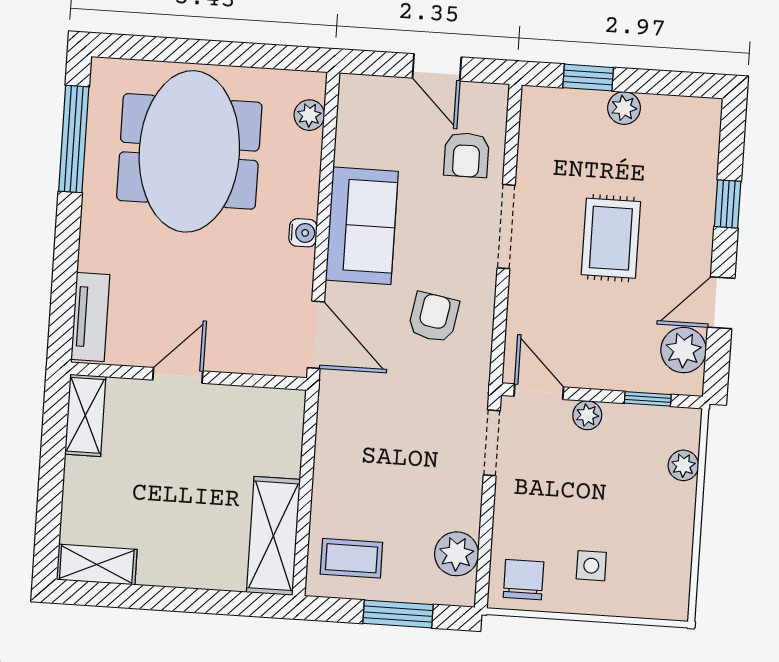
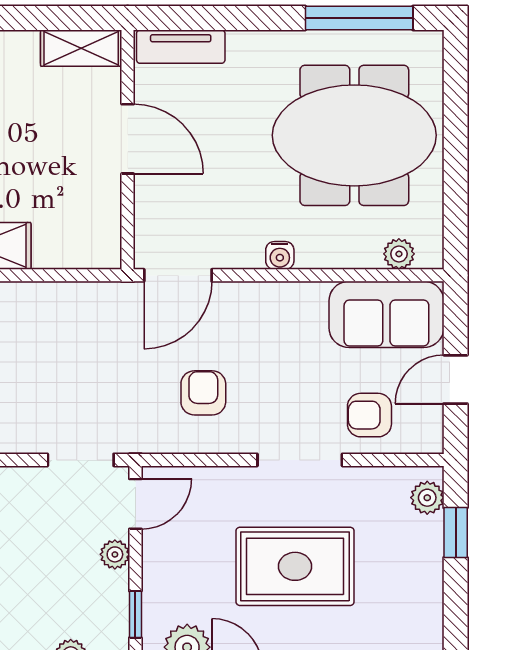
plant: (624, 108) -> (427, 498), moved
sofa: (362, 226) -> (386, 314), moved
rug: (611, 238) -> (295, 566), width x1.36, depth x1.43
armchair: (434, 317) -> (203, 393), turned -100
door: (178, 375) -> (128, 139), width x1.38

